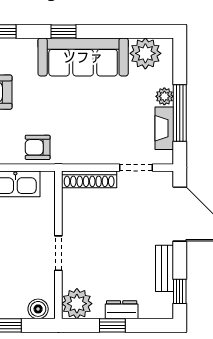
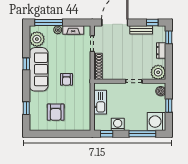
window: (64, 31) -> (26, 64), moved
window: (180, 113) -> (49, 22), moved
armchair: (38, 147) -> (66, 79), moved
window: (112, 325) -> (169, 37), moved

